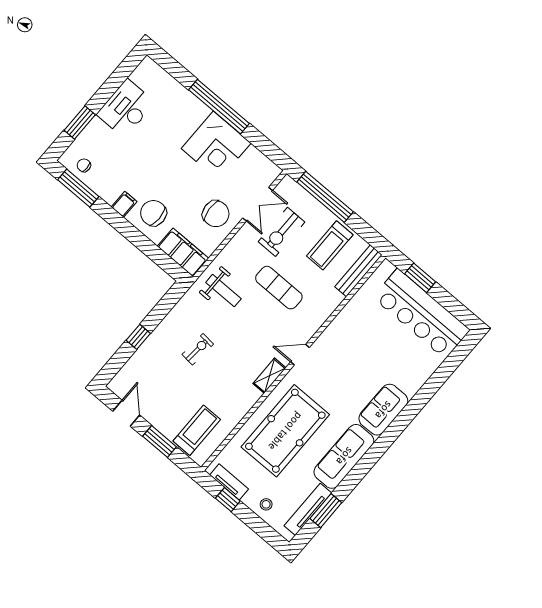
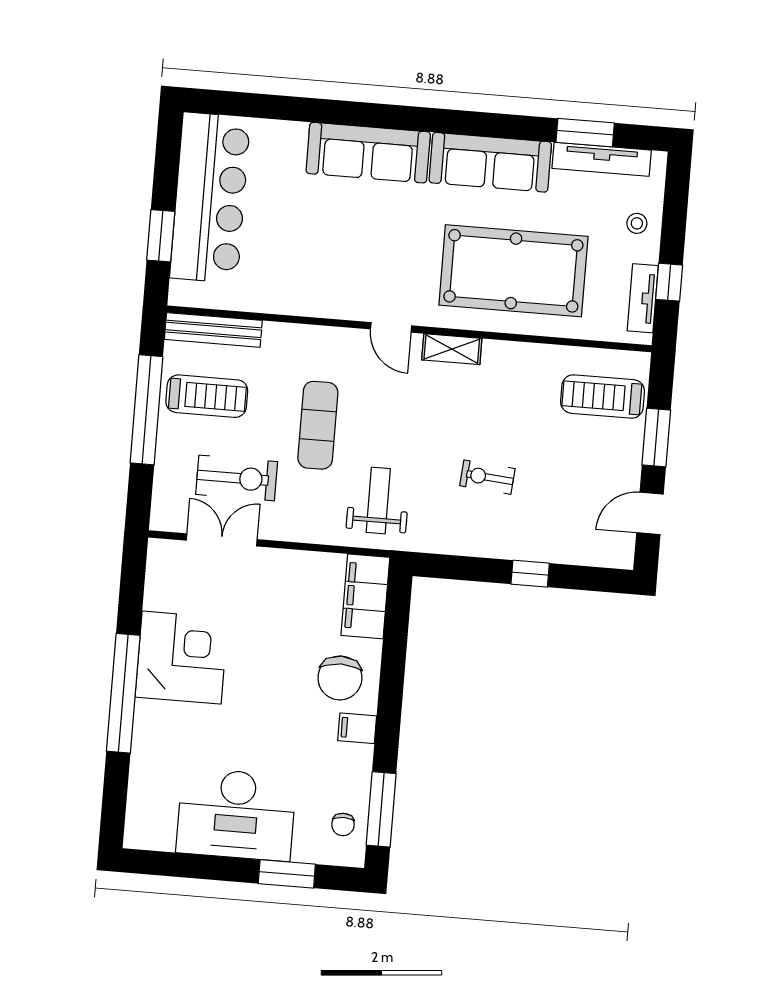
desk: (126, 108) -> (236, 814), width x1.36, depth x1.30
window: (325, 197) -> (146, 410), moved
chair: (216, 214) -> (278, 589), removed
sofa: (383, 410) -> (368, 153), width x1.36

